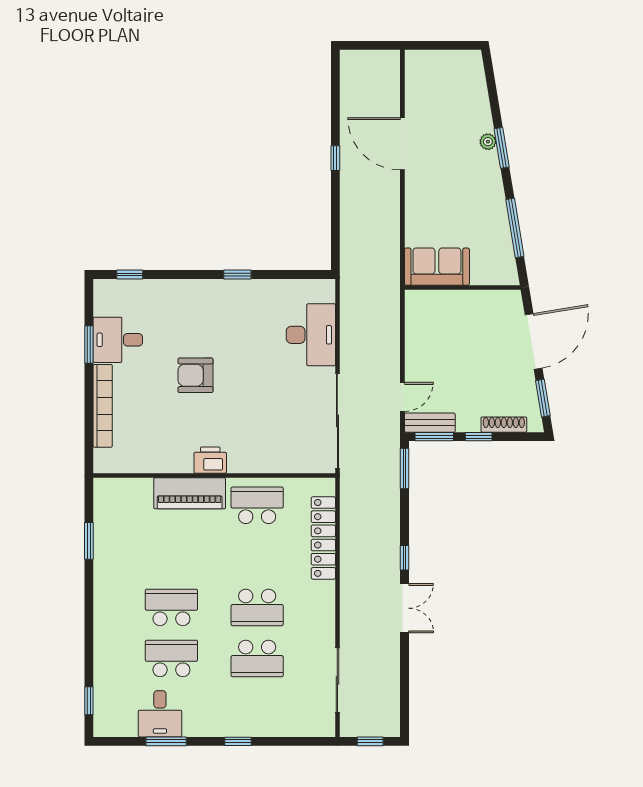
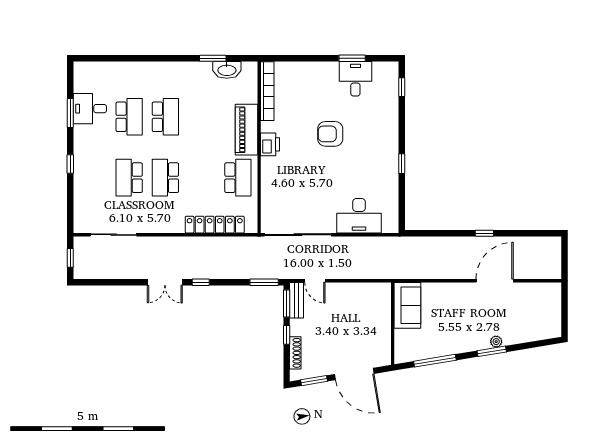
armchair: (196, 375) -> (330, 134), turned -90
bookcase: (103, 406) -> (267, 91), moved, turned -90
washbasin: (105, 521) -> (227, 70), added
window: (89, 701) -> (99, 58), removed

